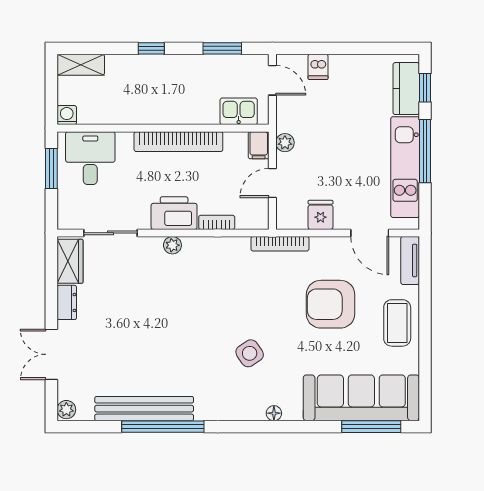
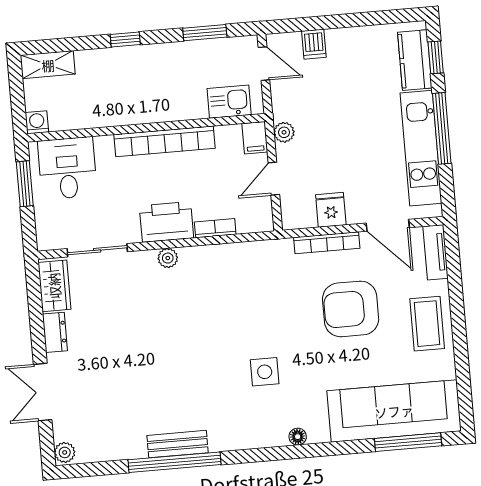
bookcase: (280, 244) -> (327, 243), moved
side table: (250, 353) -> (265, 372), turned 34
bench: (144, 409) -> (178, 444), width x0.54, depth x0.82

